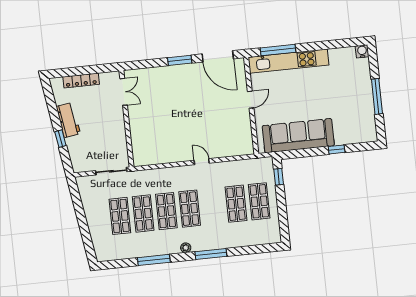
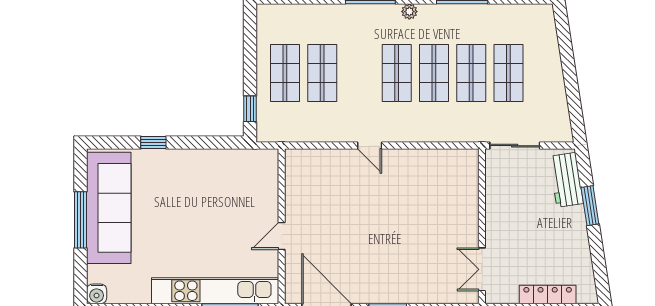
workbench: (68, 120) -> (566, 180), moved
sofa: (298, 136) -> (109, 208), moved, turned -90
window: (60, 139) -> (590, 206), width x1.50

